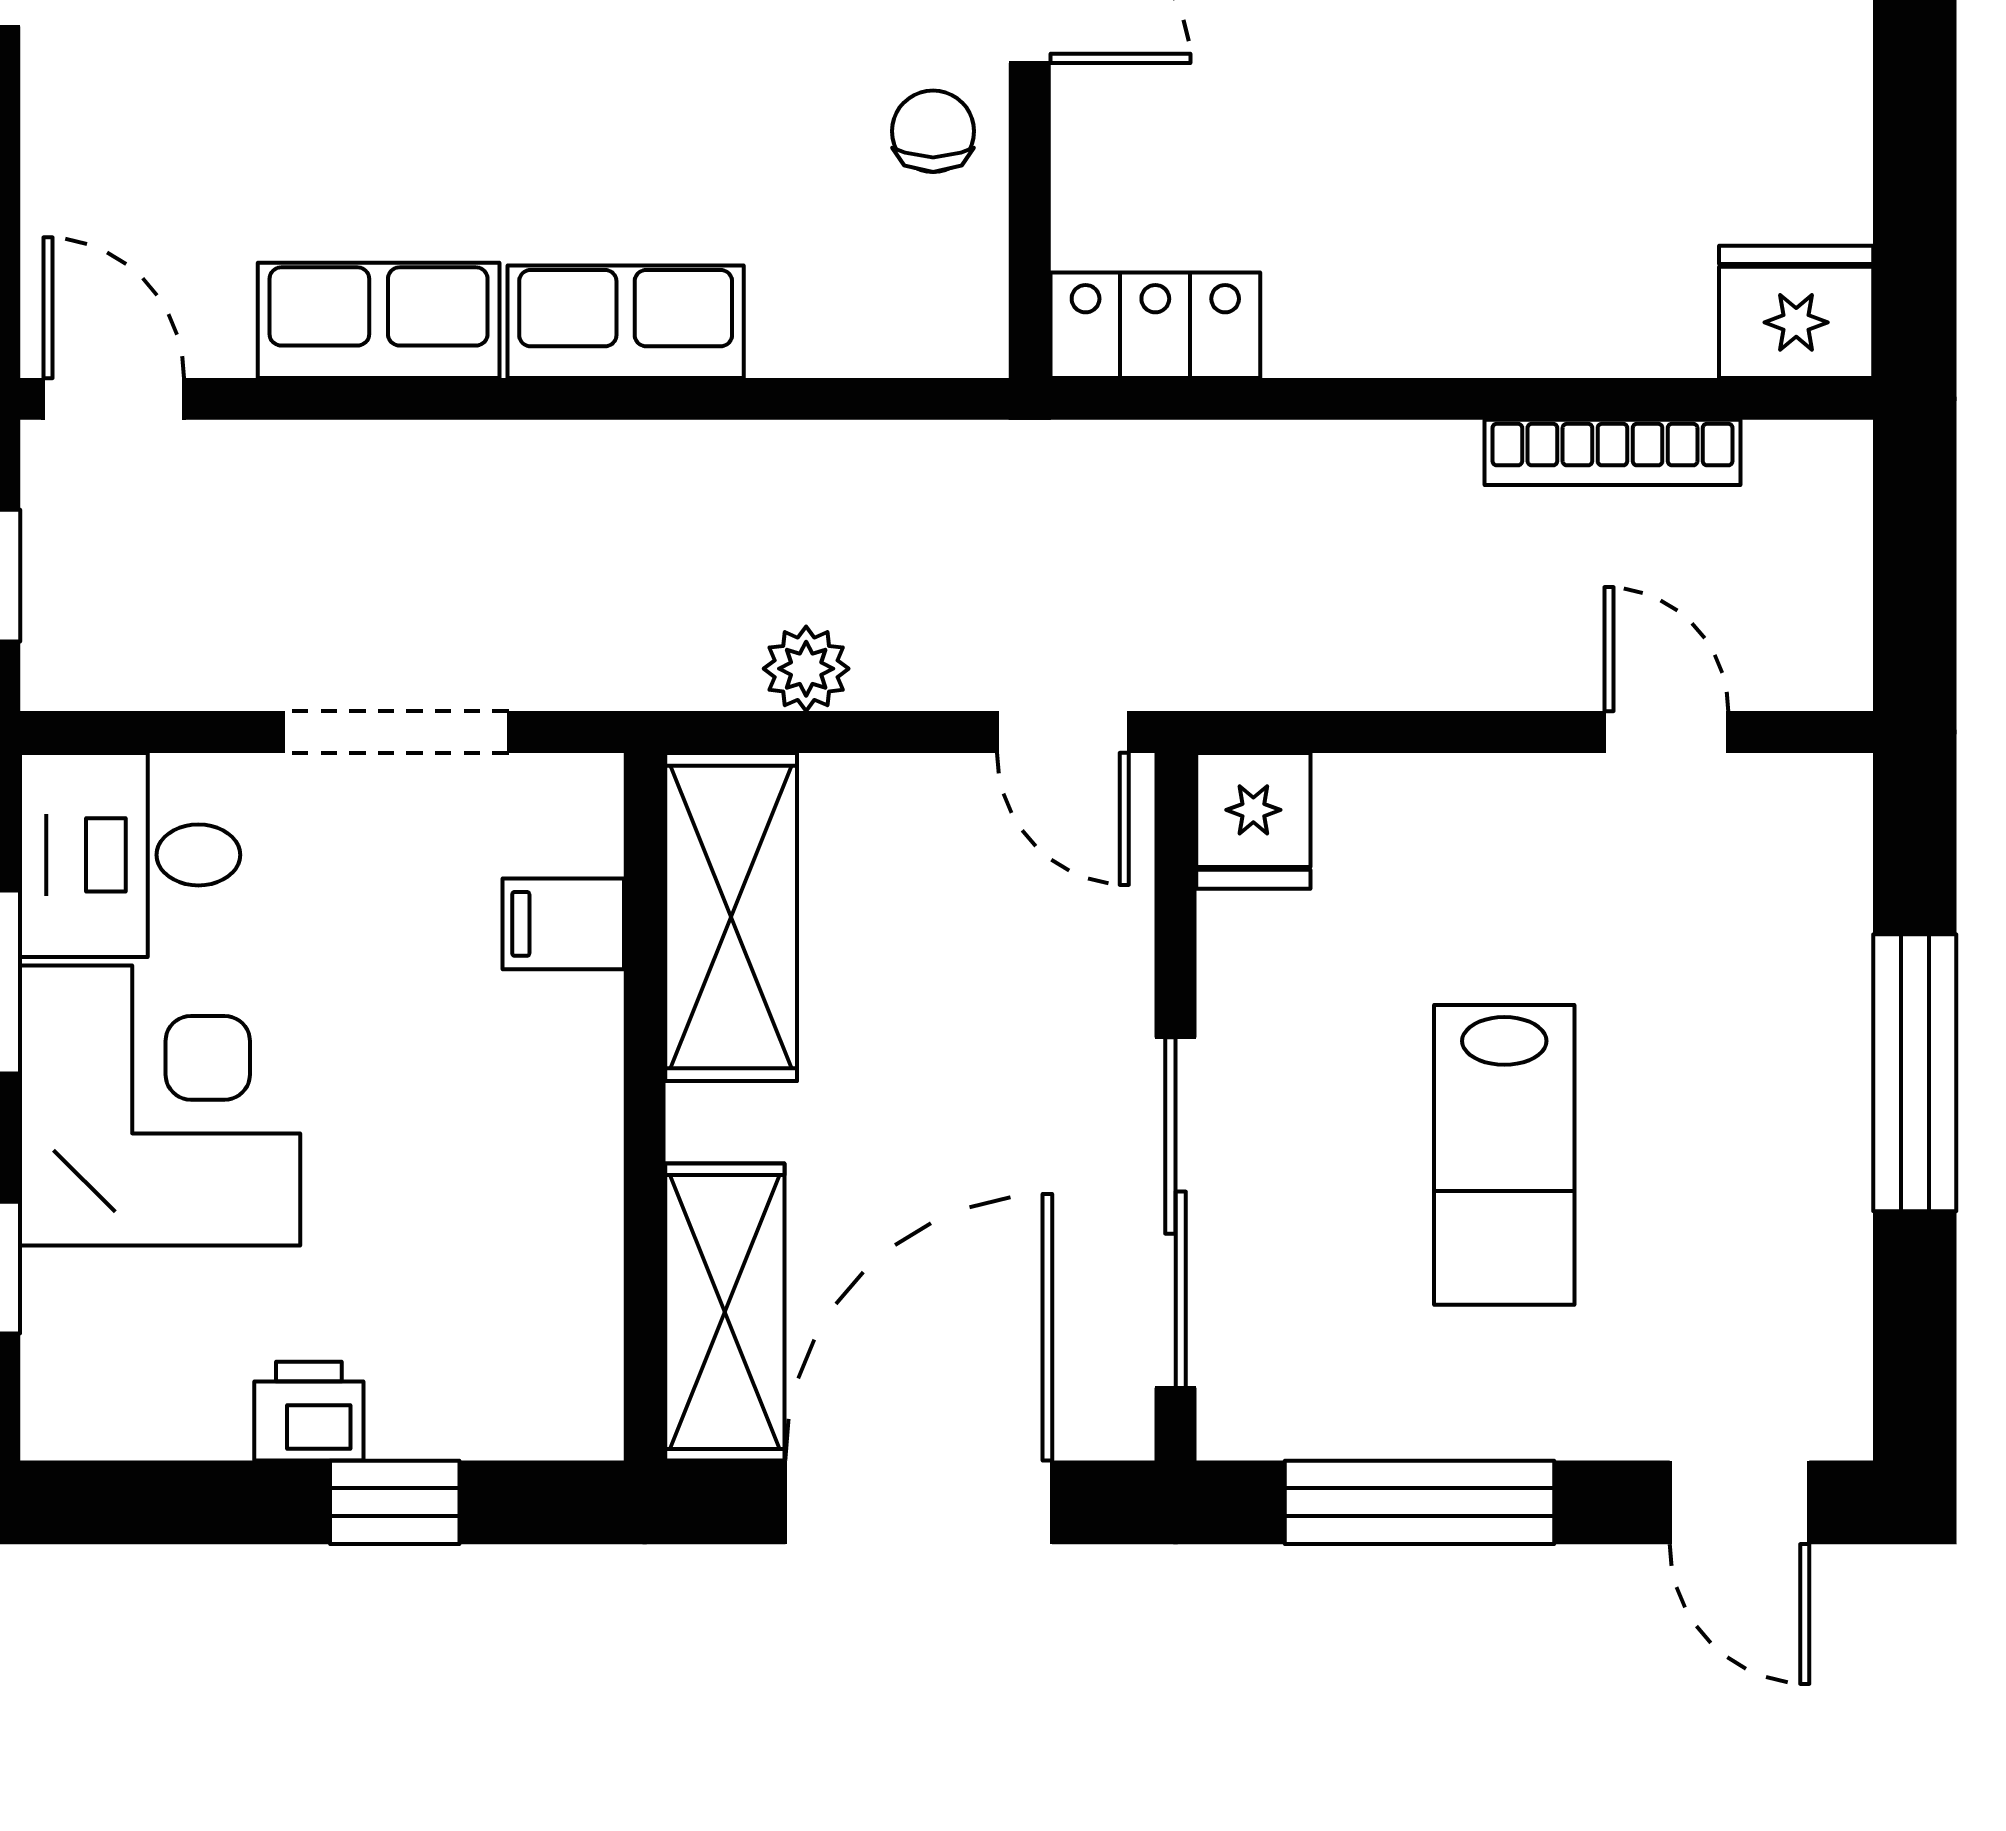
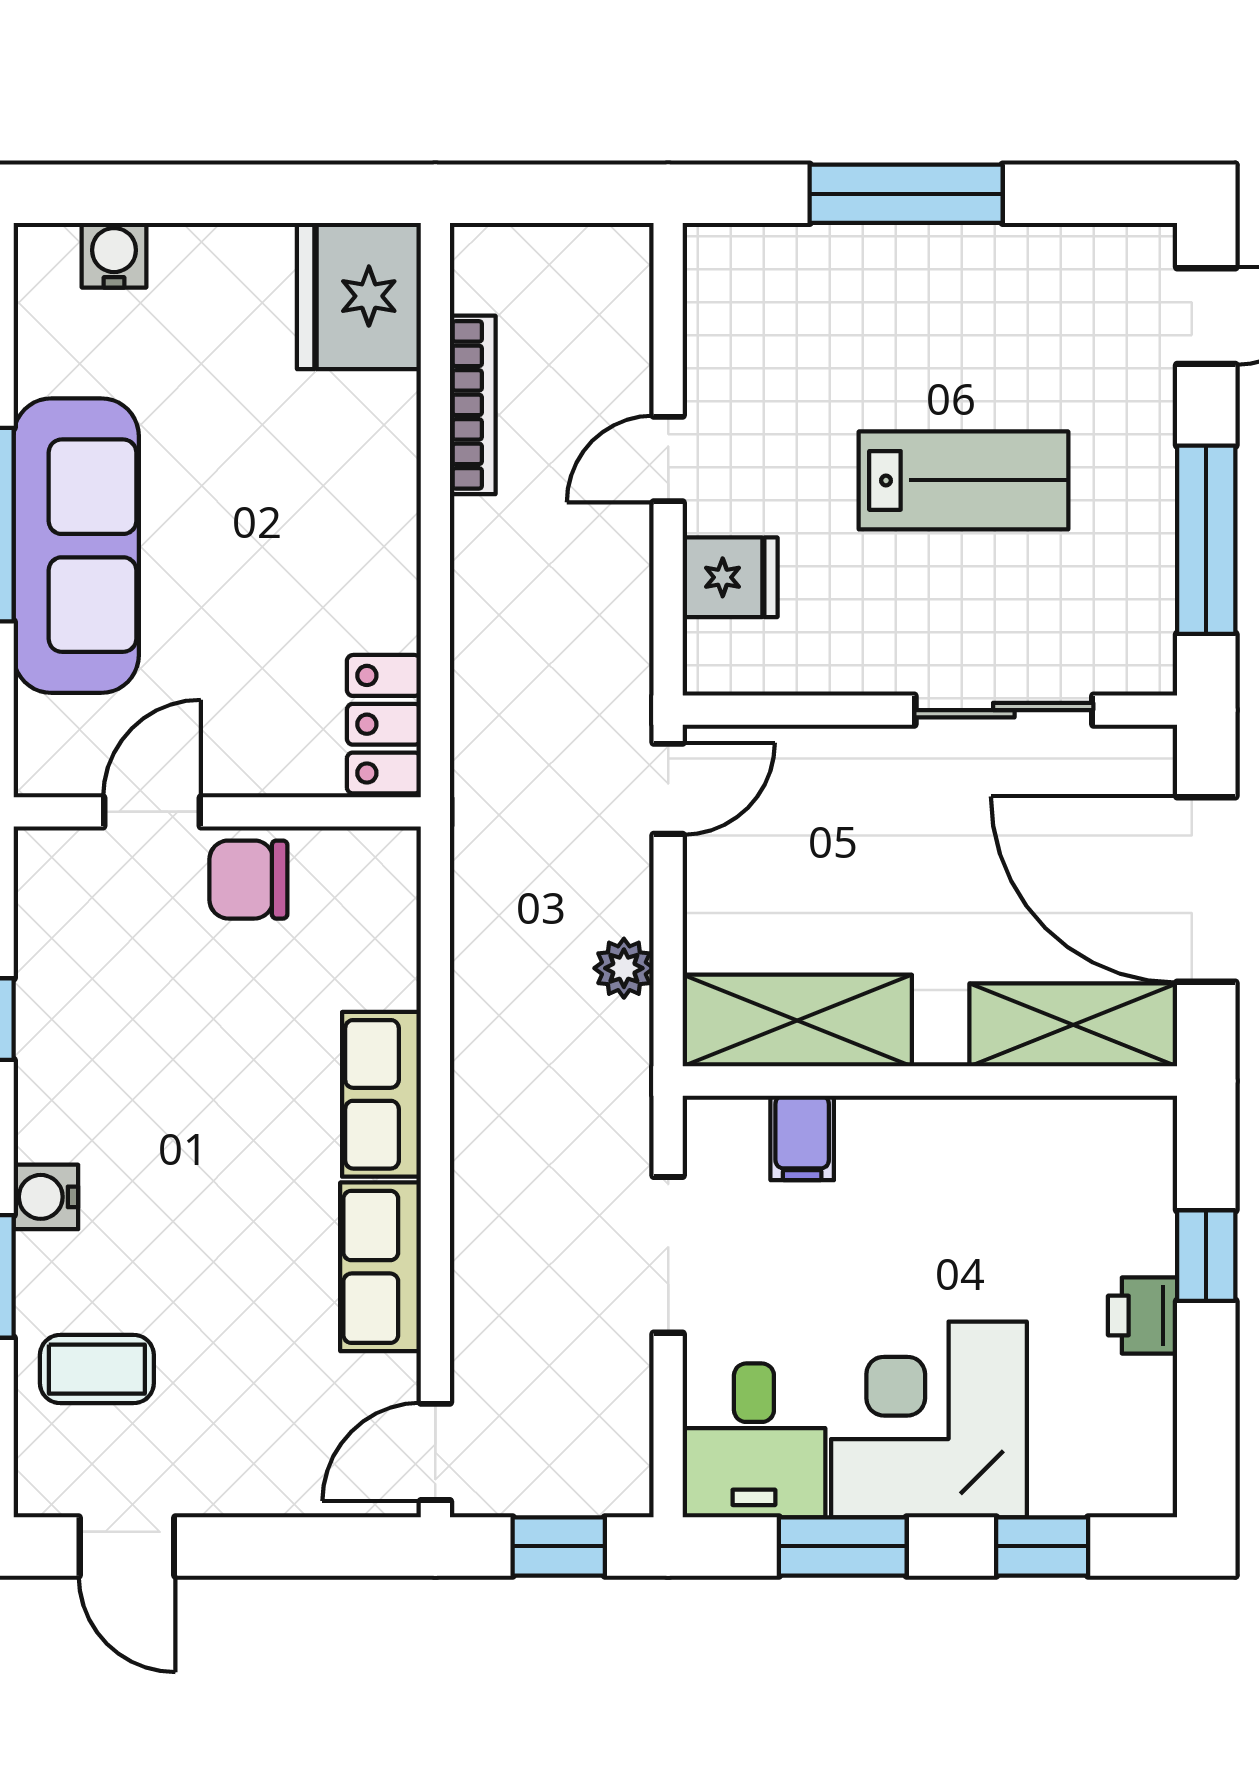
chair: (933, 131) -> (248, 880), width x1.37, depth x1.37
fridge: (1796, 312) -> (359, 296), width x1.36, depth x1.34
door: (1666, 732) -> (668, 459), moved
fridge: (1253, 821) -> (730, 577), moved
sliding door: (1176, 1213) -> (1004, 710), width x0.73

